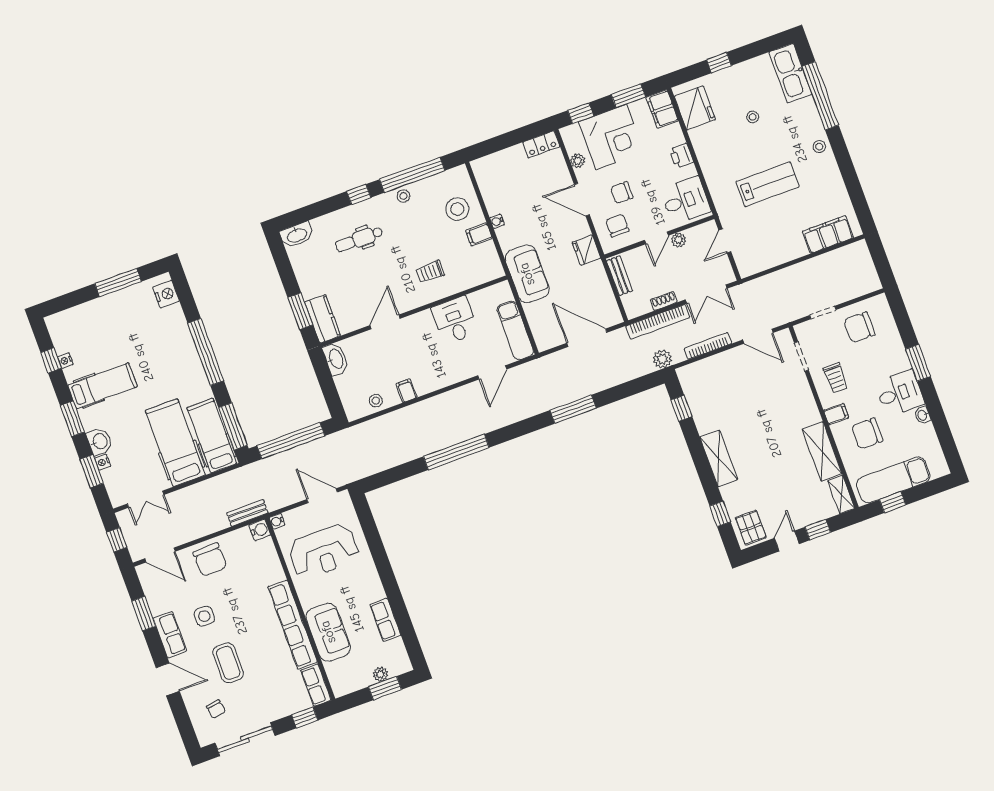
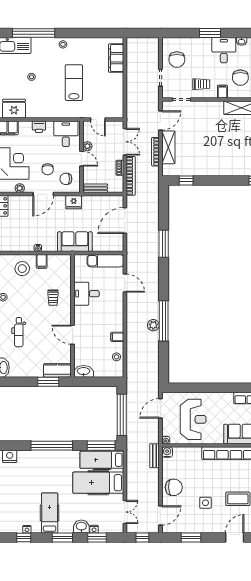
plant: (662, 359) -> (153, 325), moved
shelving: (719, 458) -> (168, 147), moved, turned 90
row of seats: (170, 635) -> (209, 527), removed

